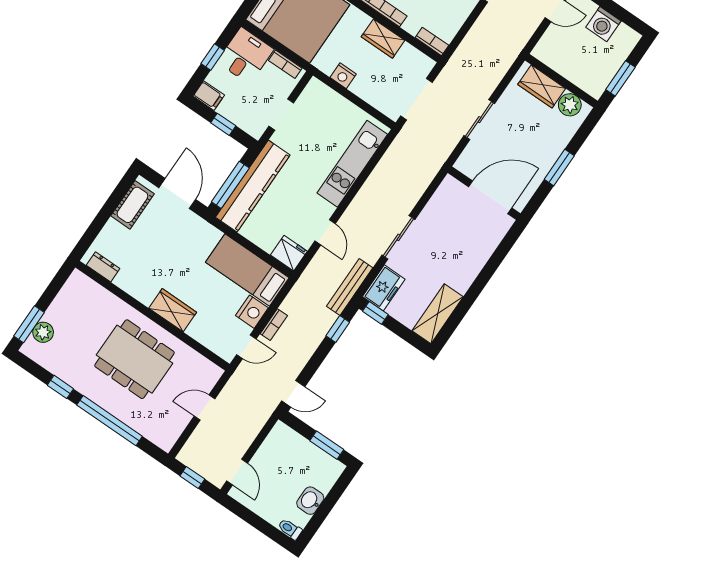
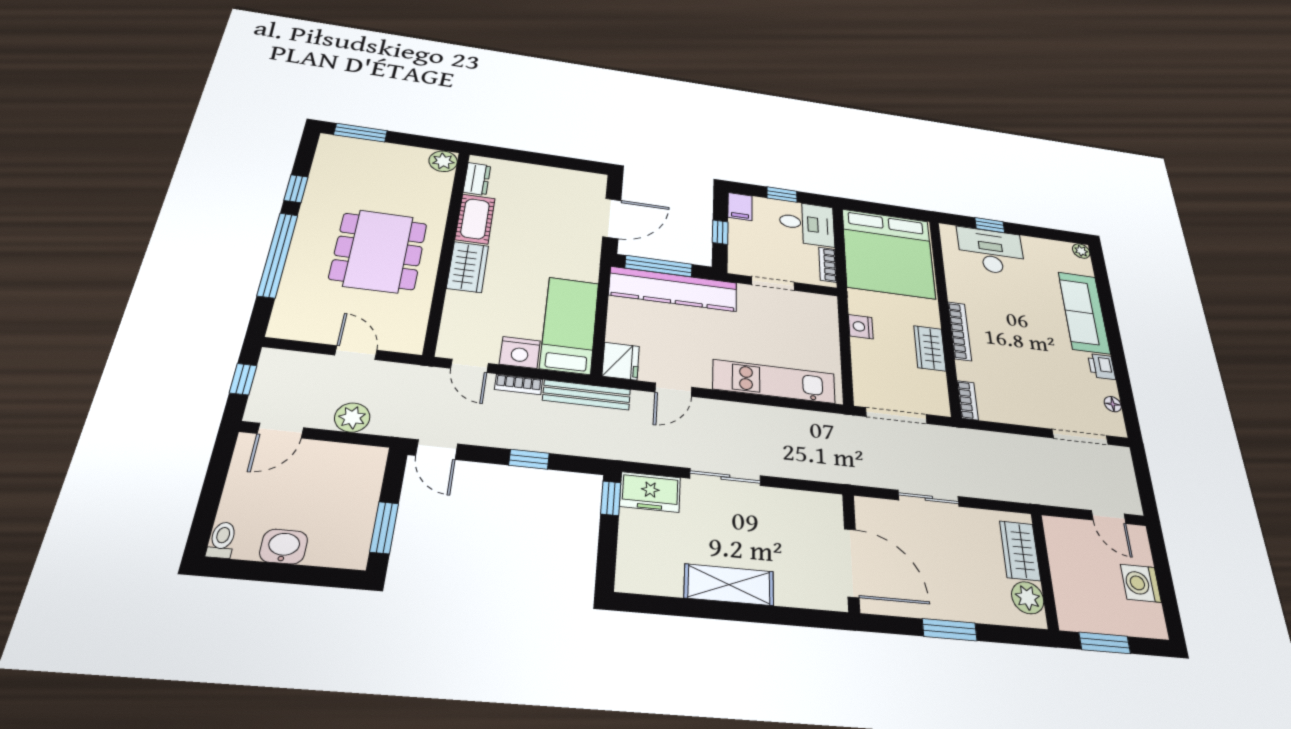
cot: (132, 205) -> (475, 219), moved, turned 90
bench: (350, 287) -> (587, 395), moved
shelving: (438, 314) -> (729, 585), moved
window: (338, 329) -> (529, 459), moved
plant: (43, 332) -> (443, 161), moved
plant: (248, 430) -> (352, 418), added

